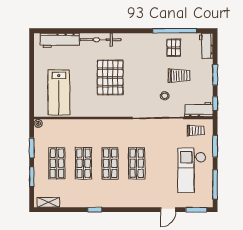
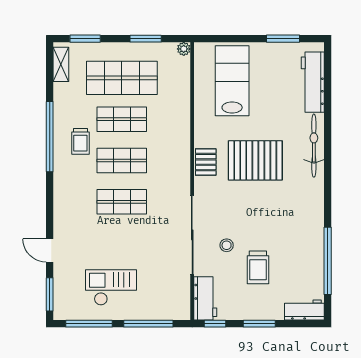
pallet: (174, 48) -> (206, 162), moved, turned 90
window: (32, 60) -> (283, 39), added
lab bench: (59, 92) -> (232, 81), turned 90
trolley: (196, 131) -> (80, 141), moved
window: (215, 146) -> (148, 324), width x1.44
shop shelf: (57, 163) -> (122, 78), width x1.43, depth x1.36
checkout: (192, 170) -> (111, 287), width x0.73, depth x0.83
window: (32, 177) -> (85, 39), moved
window: (95, 210) -> (50, 137), width x3.17

